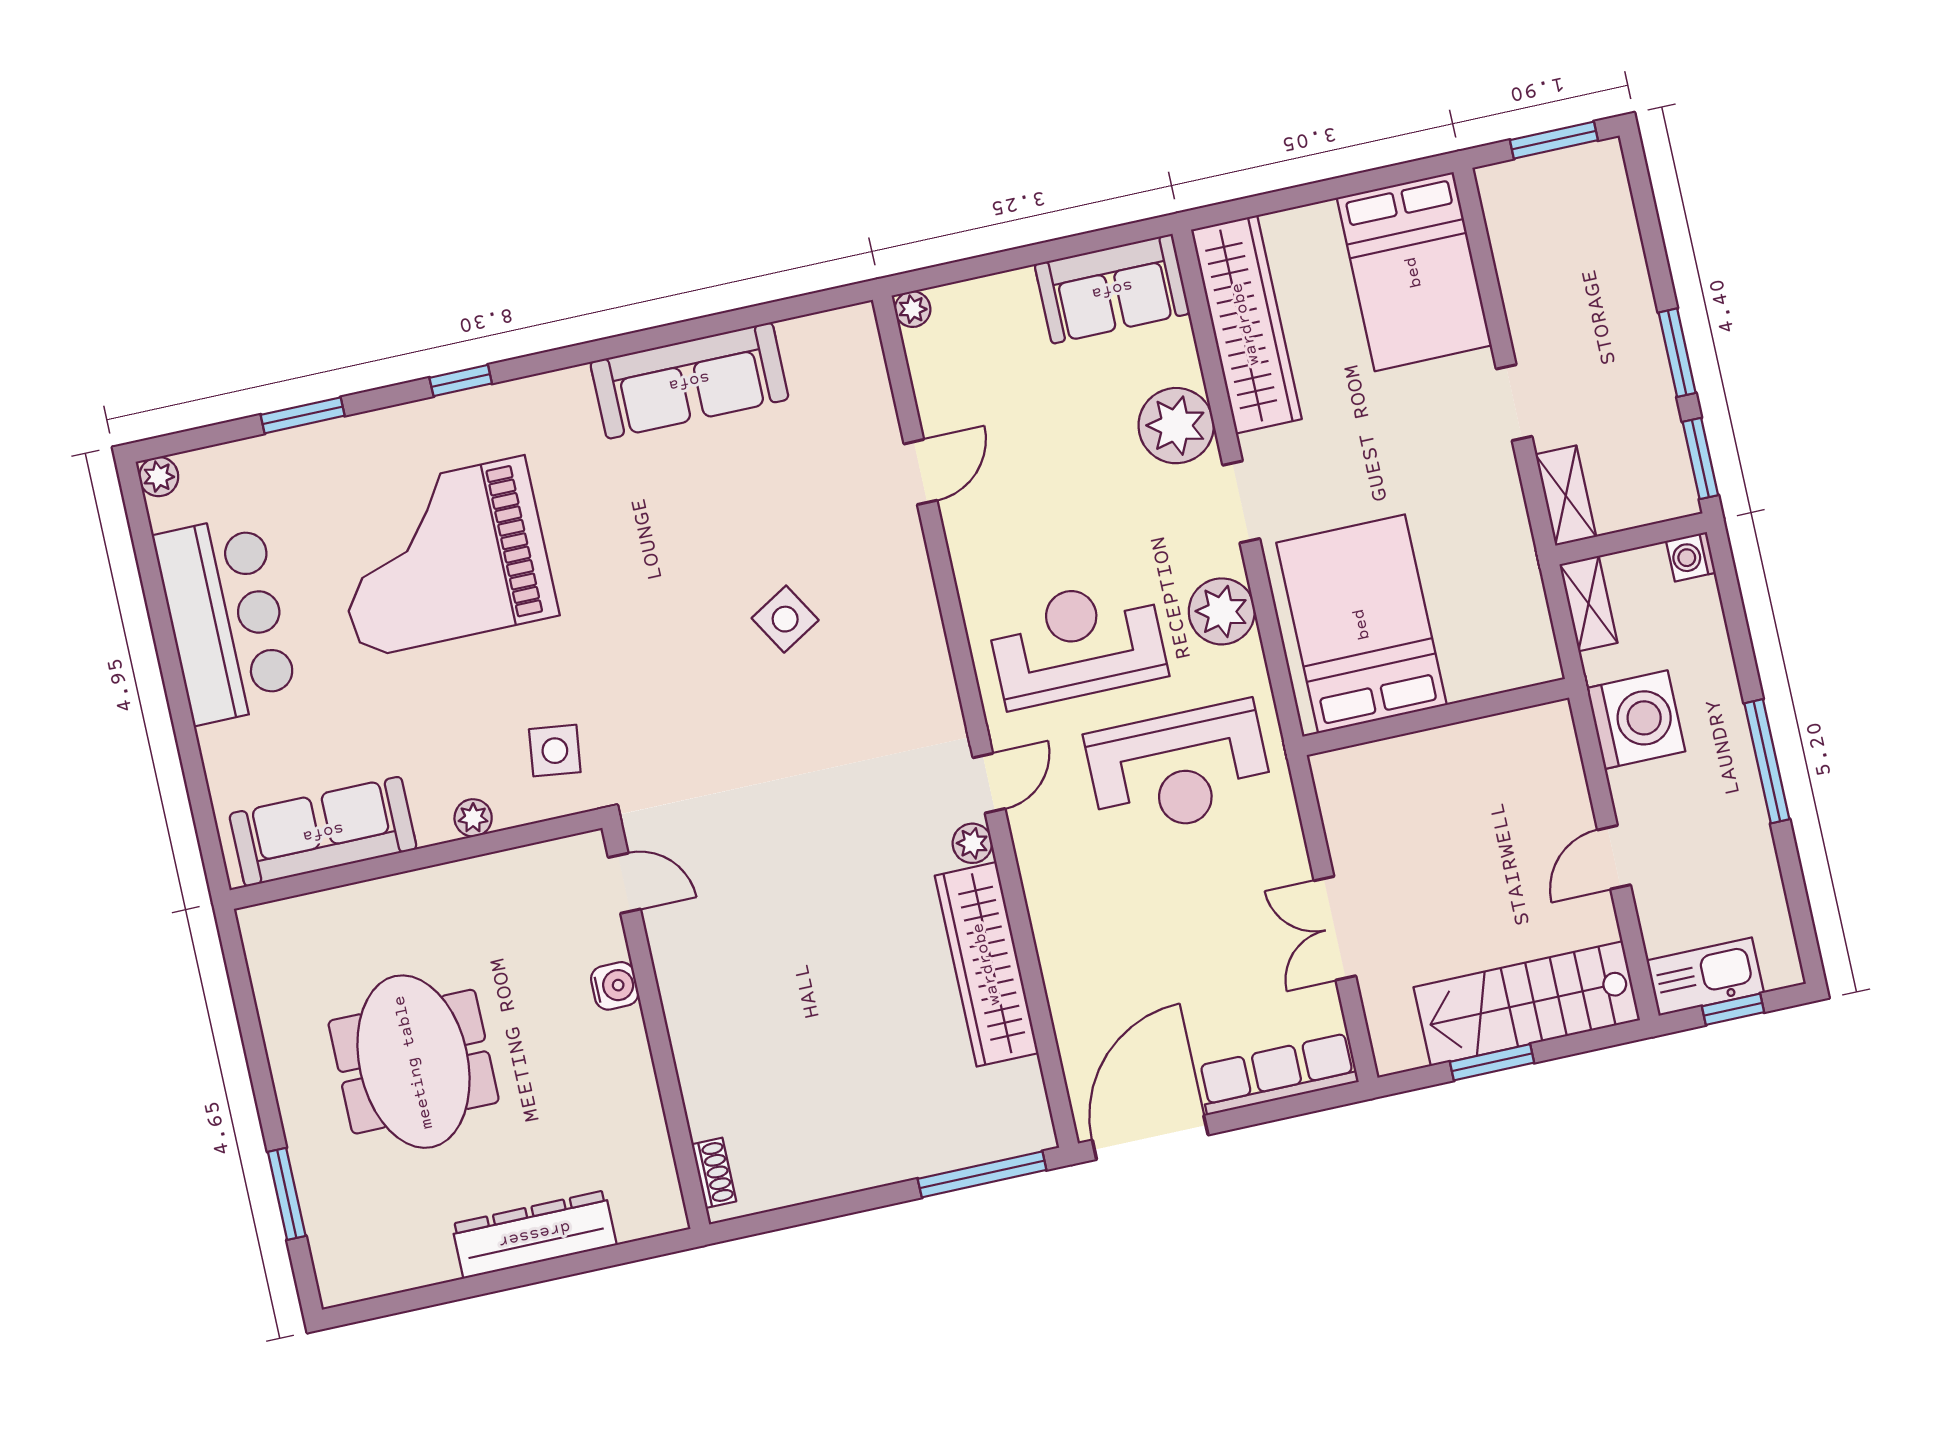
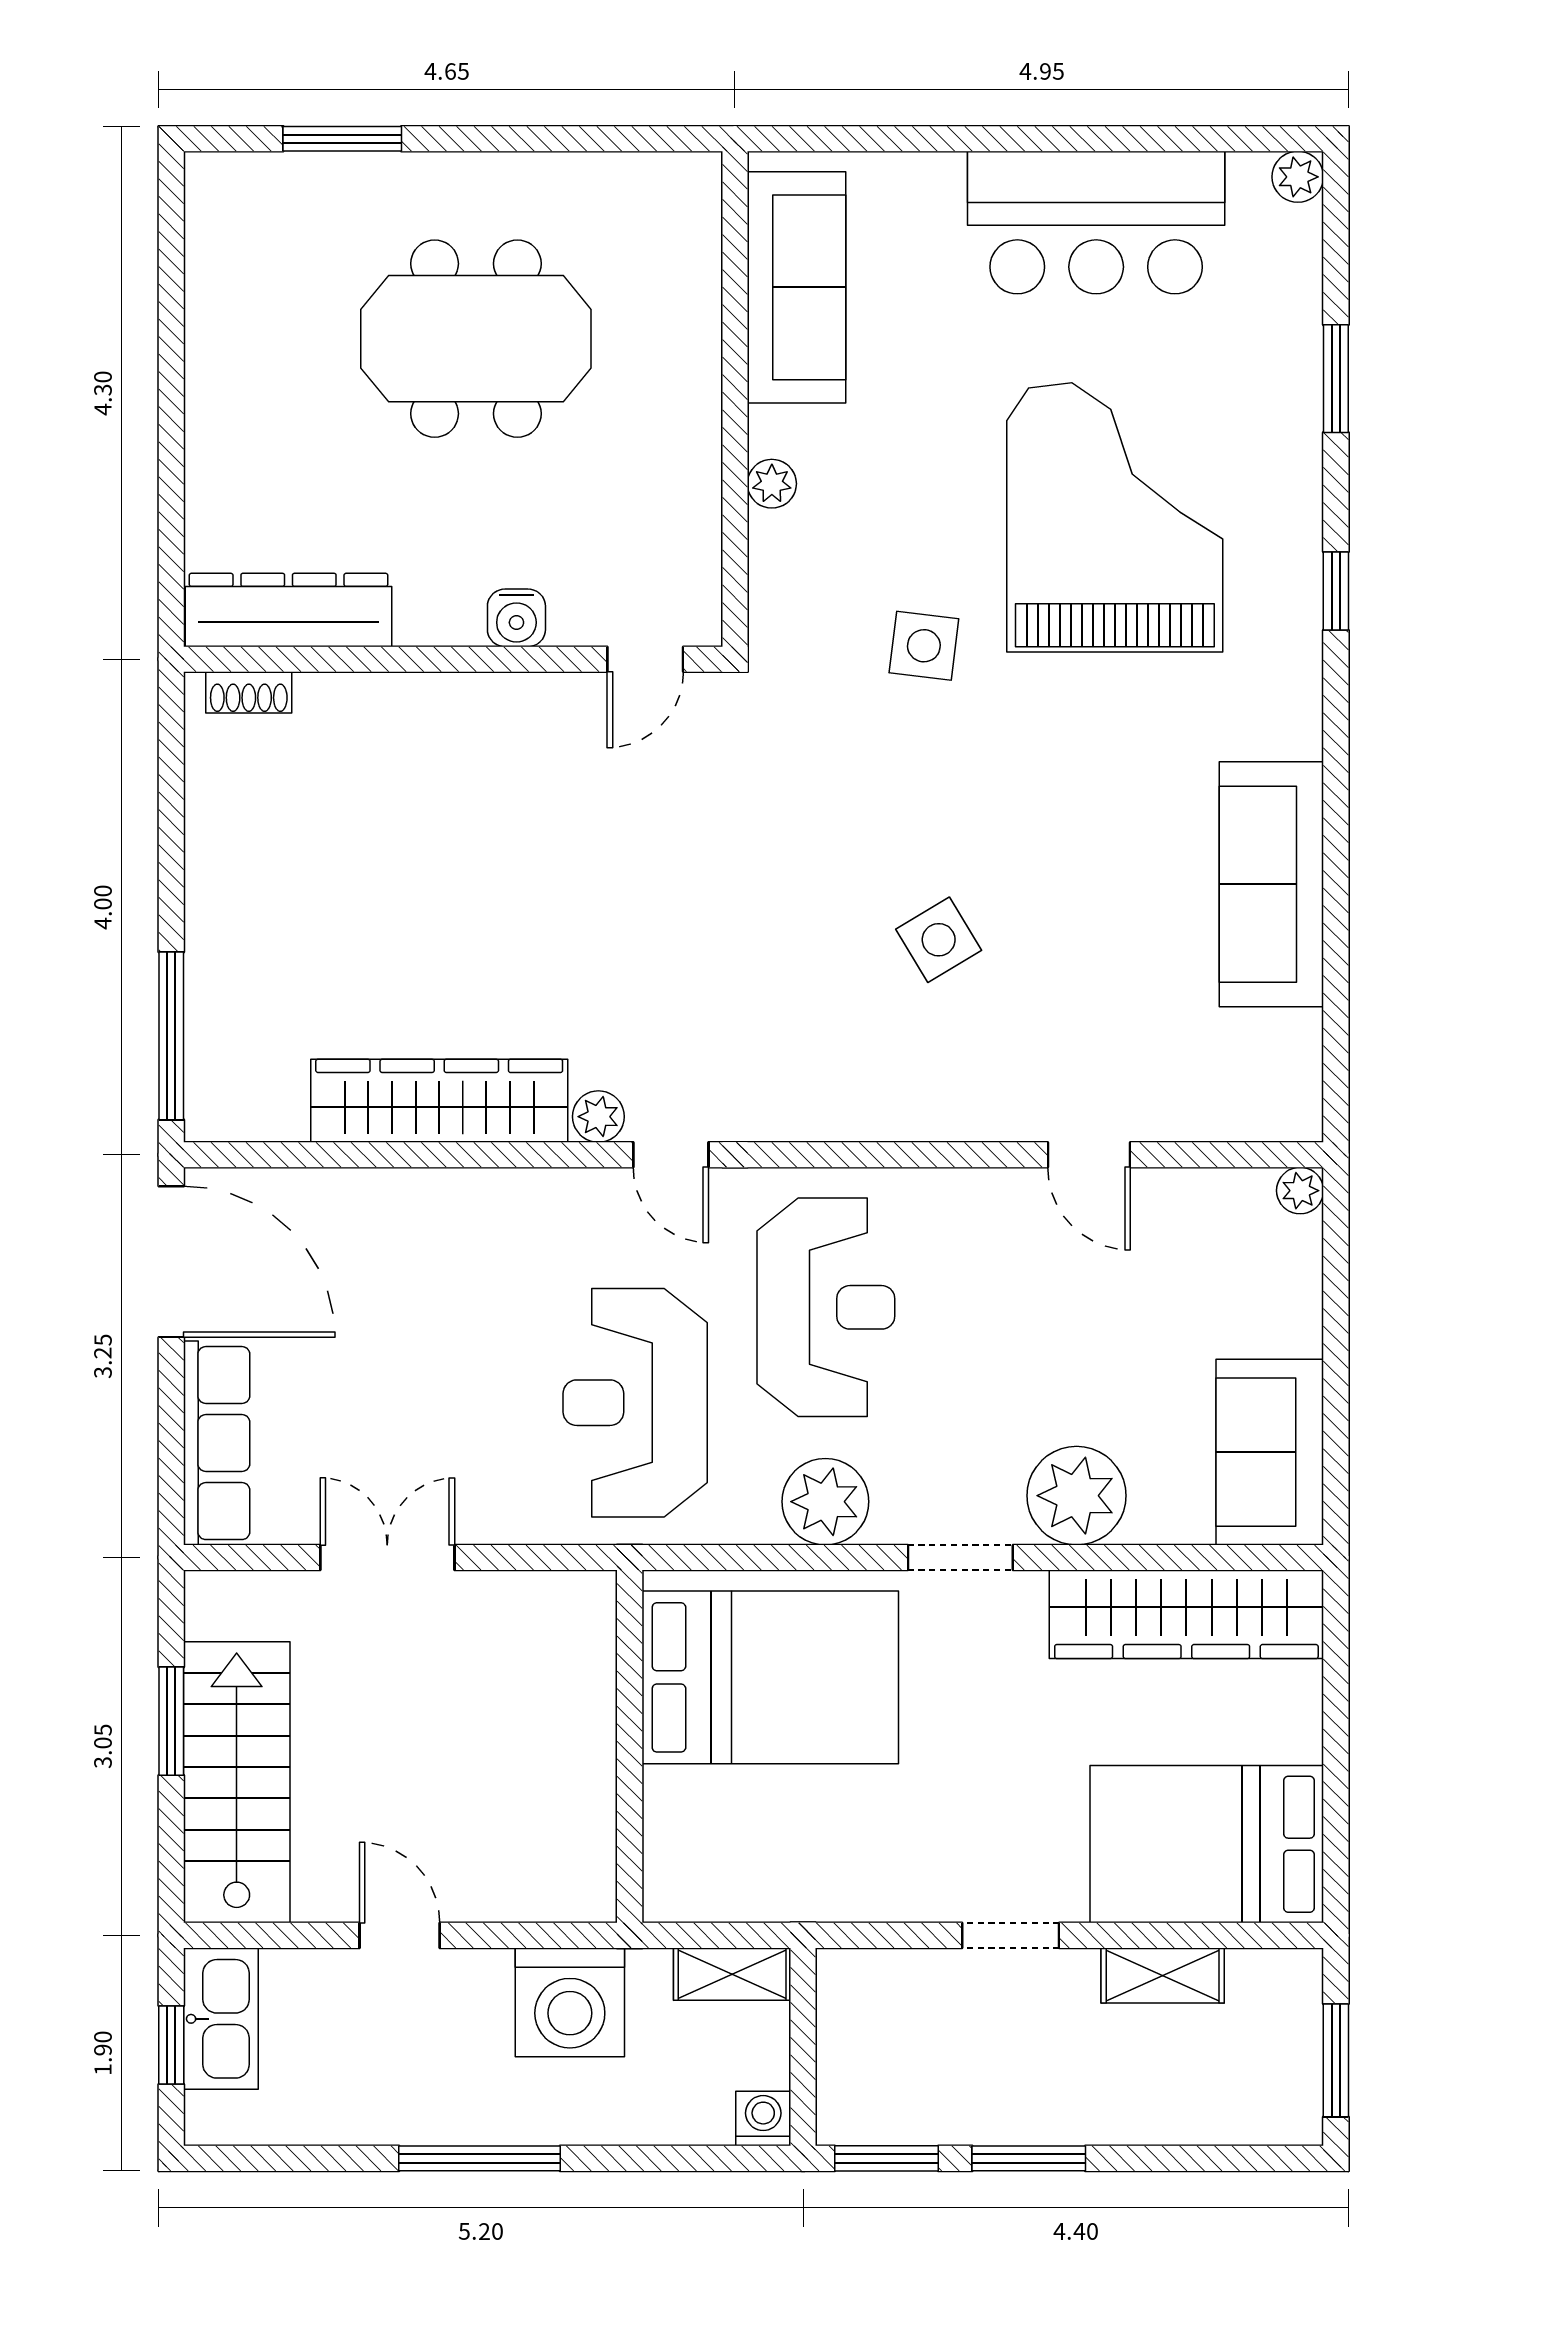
shelving: (1566, 496) -> (1163, 1975), moved
side table: (555, 751) -> (924, 646), moved
dresser: (534, 1234) -> (288, 610), moved, turned -90

